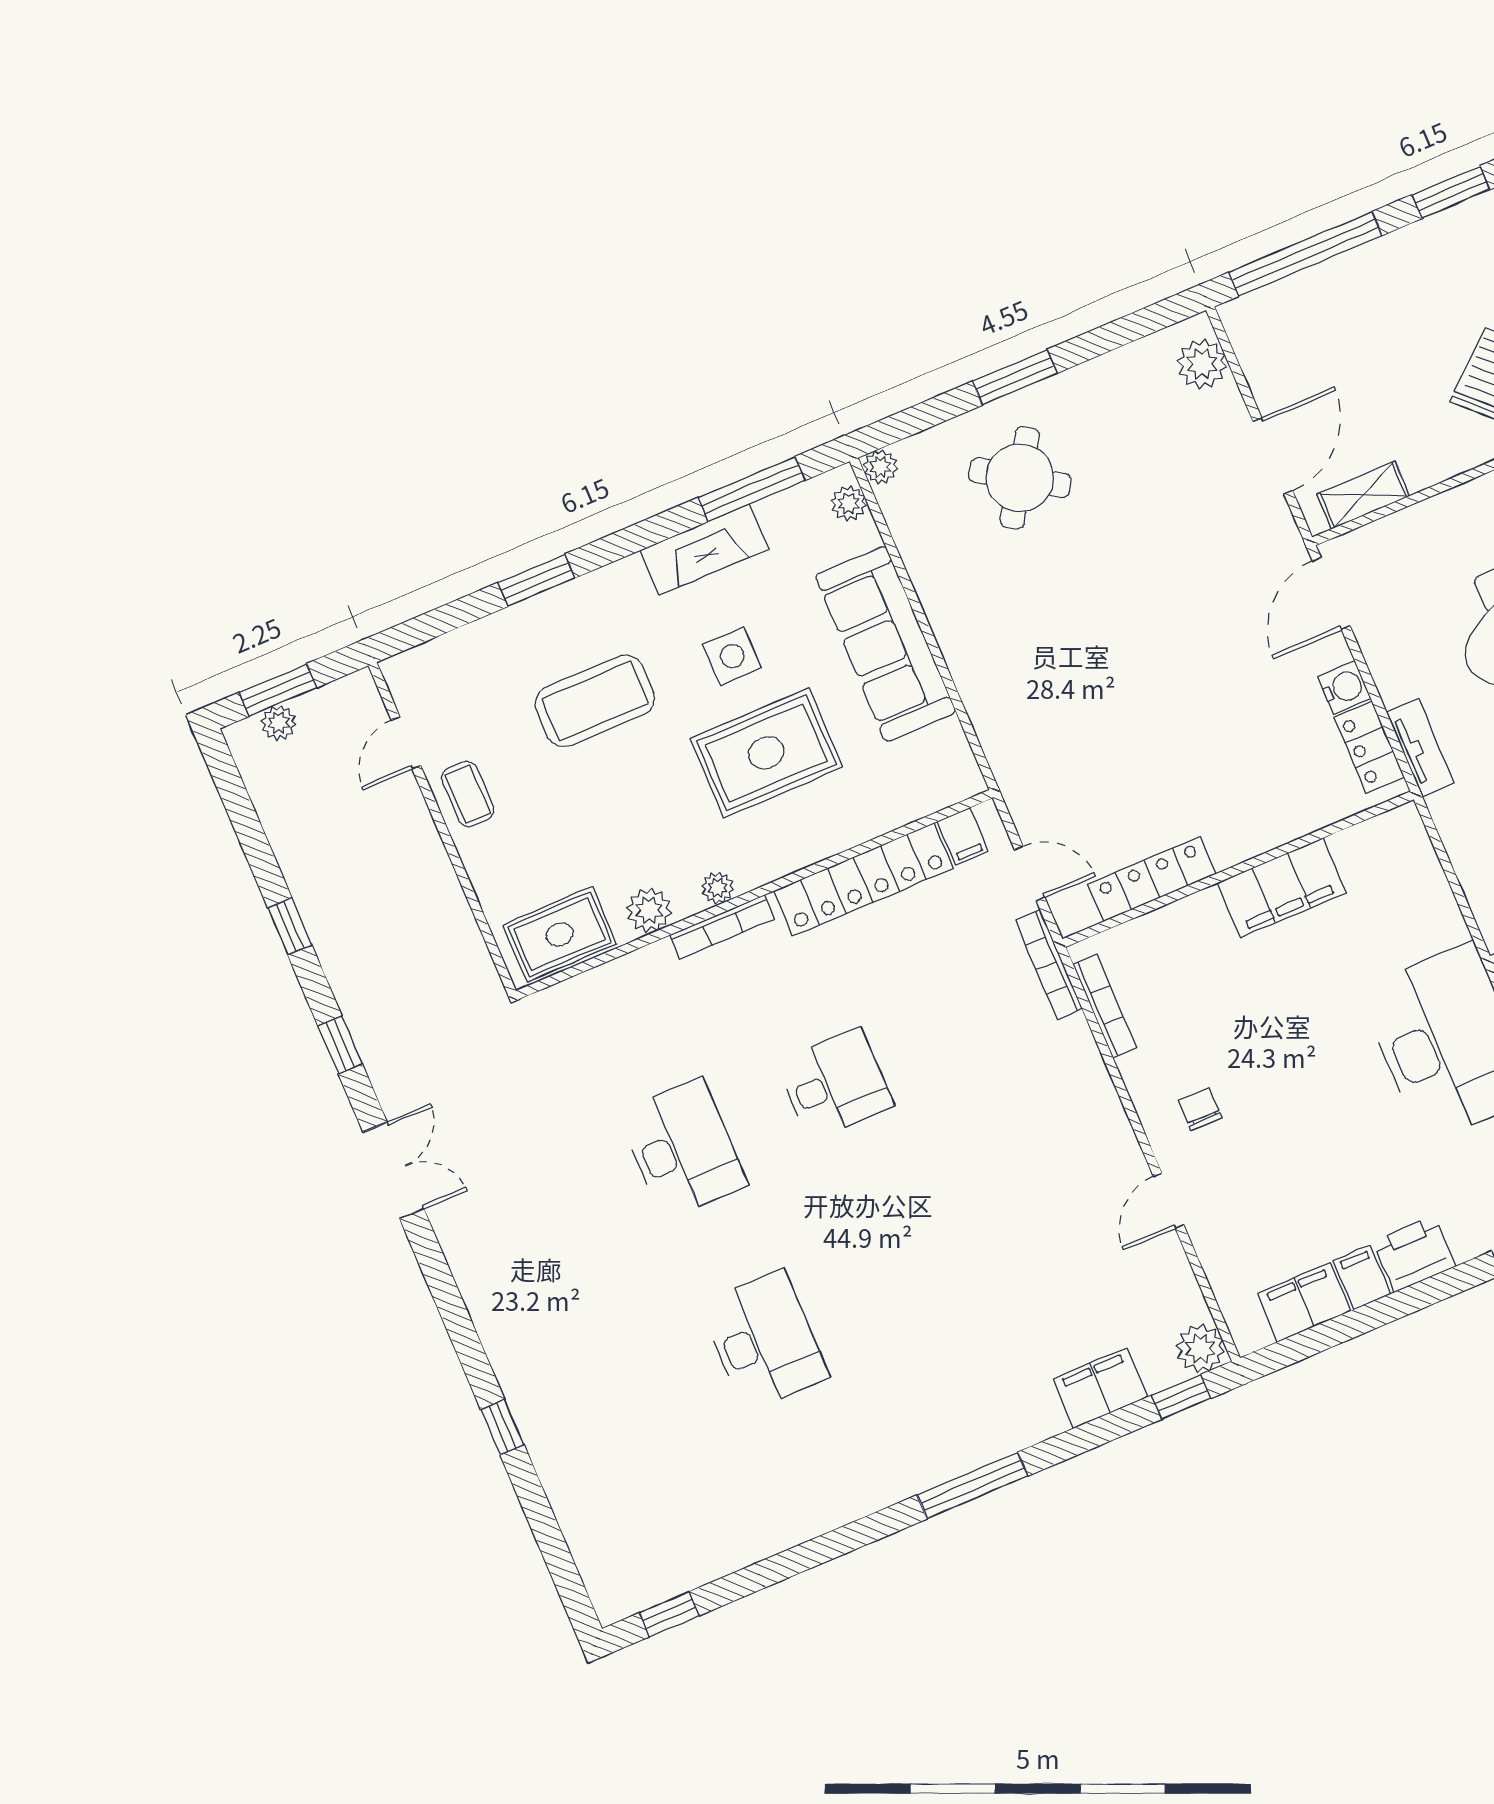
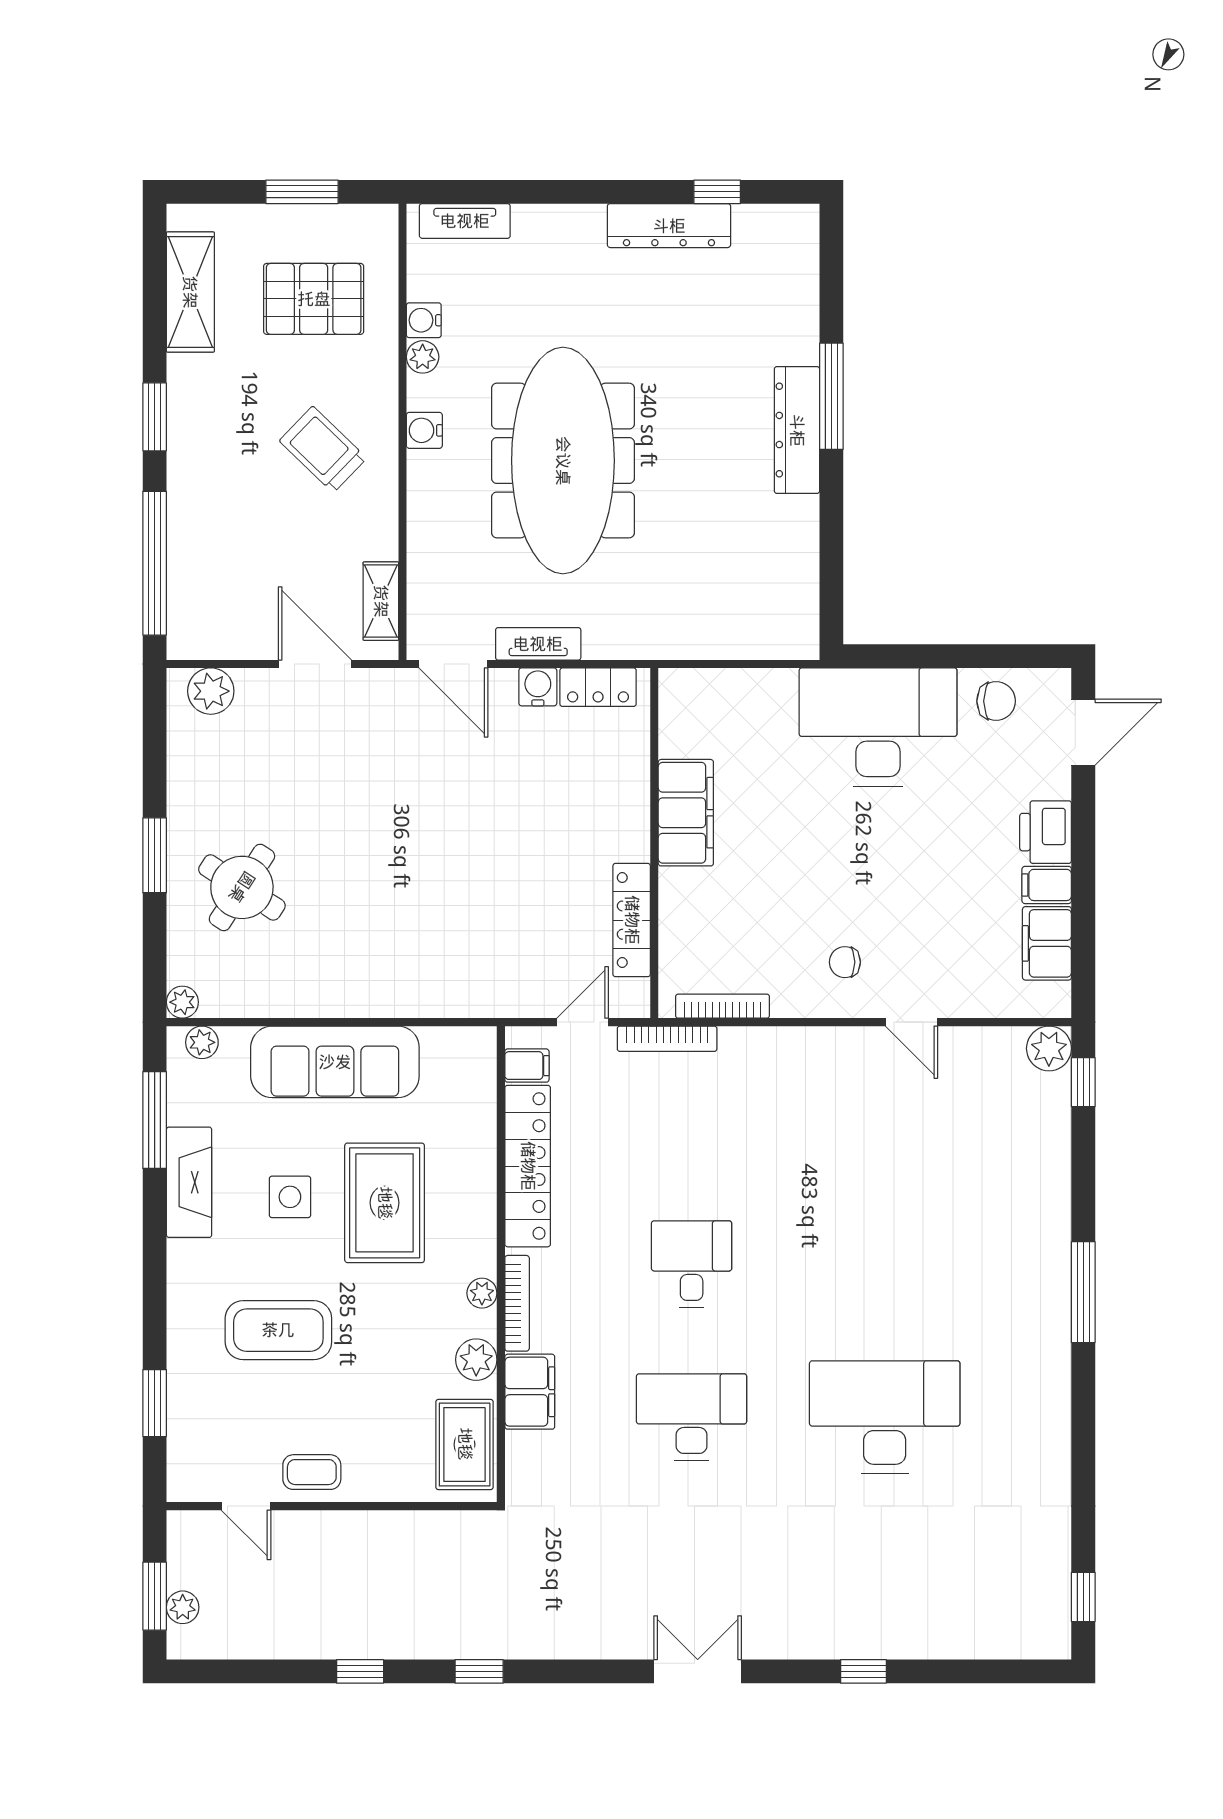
window: (536, 580) -> (155, 1403), moved
coffee table: (595, 701) -> (278, 1330), turned 90
tv unit: (1420, 747) -> (538, 644), moved
double door: (393, 1171) -> (698, 1671), moved
desk: (764, 1341) -> (885, 1417), width x1.36, depth x1.30
filing cabinet: (1100, 1388) -> (530, 1392), moved, turned 180

